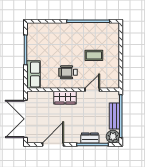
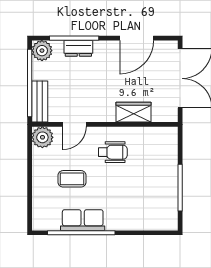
row of seats: (33, 75) -> (83, 220), moved, turned 90
plant: (113, 82) -> (42, 137), added
wardrobe: (65, 98) -> (133, 112), moved
bench: (114, 116) -> (40, 102), moved

